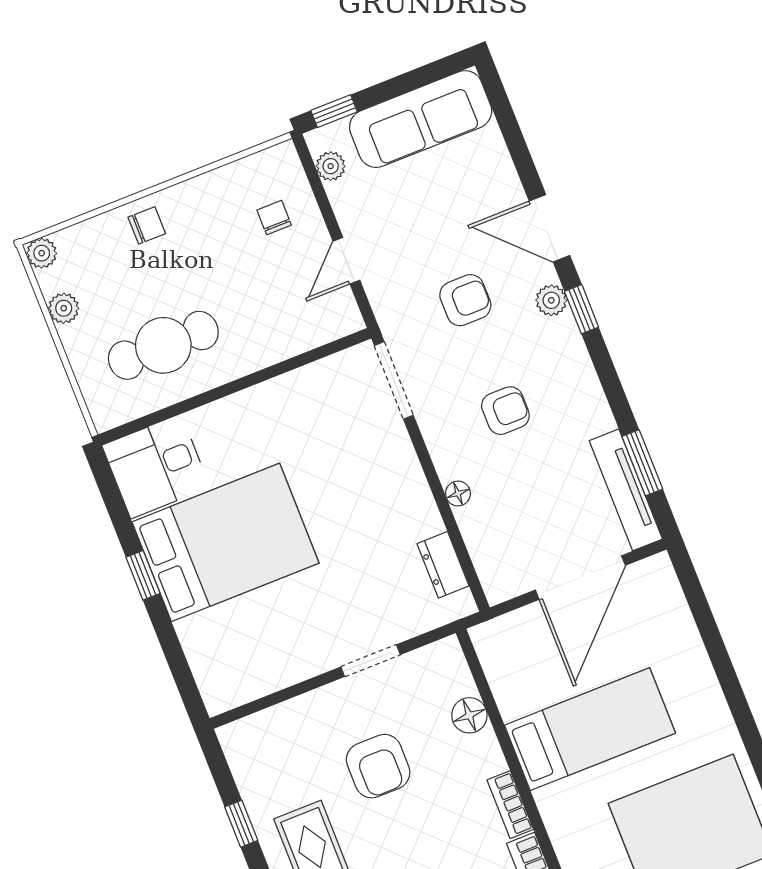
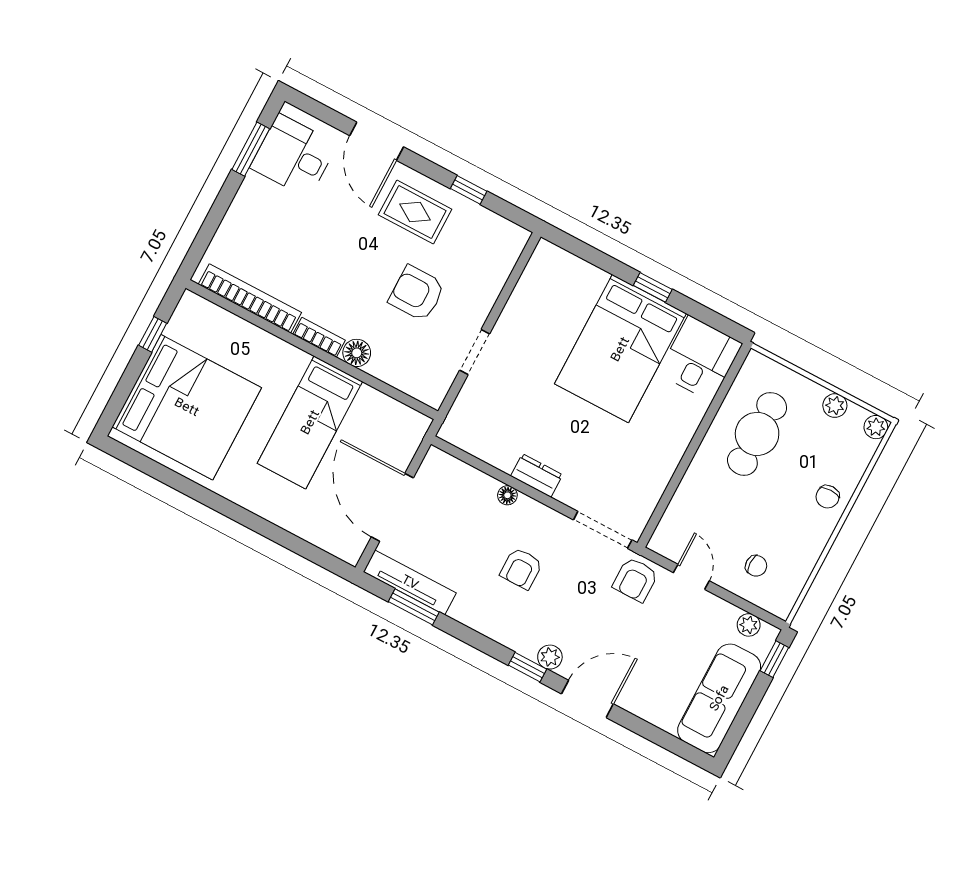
armchair: (465, 300) -> (635, 580), moved
dresser: (443, 565) -> (537, 475), moved
floor lamp: (469, 715) -> (357, 353), moved

